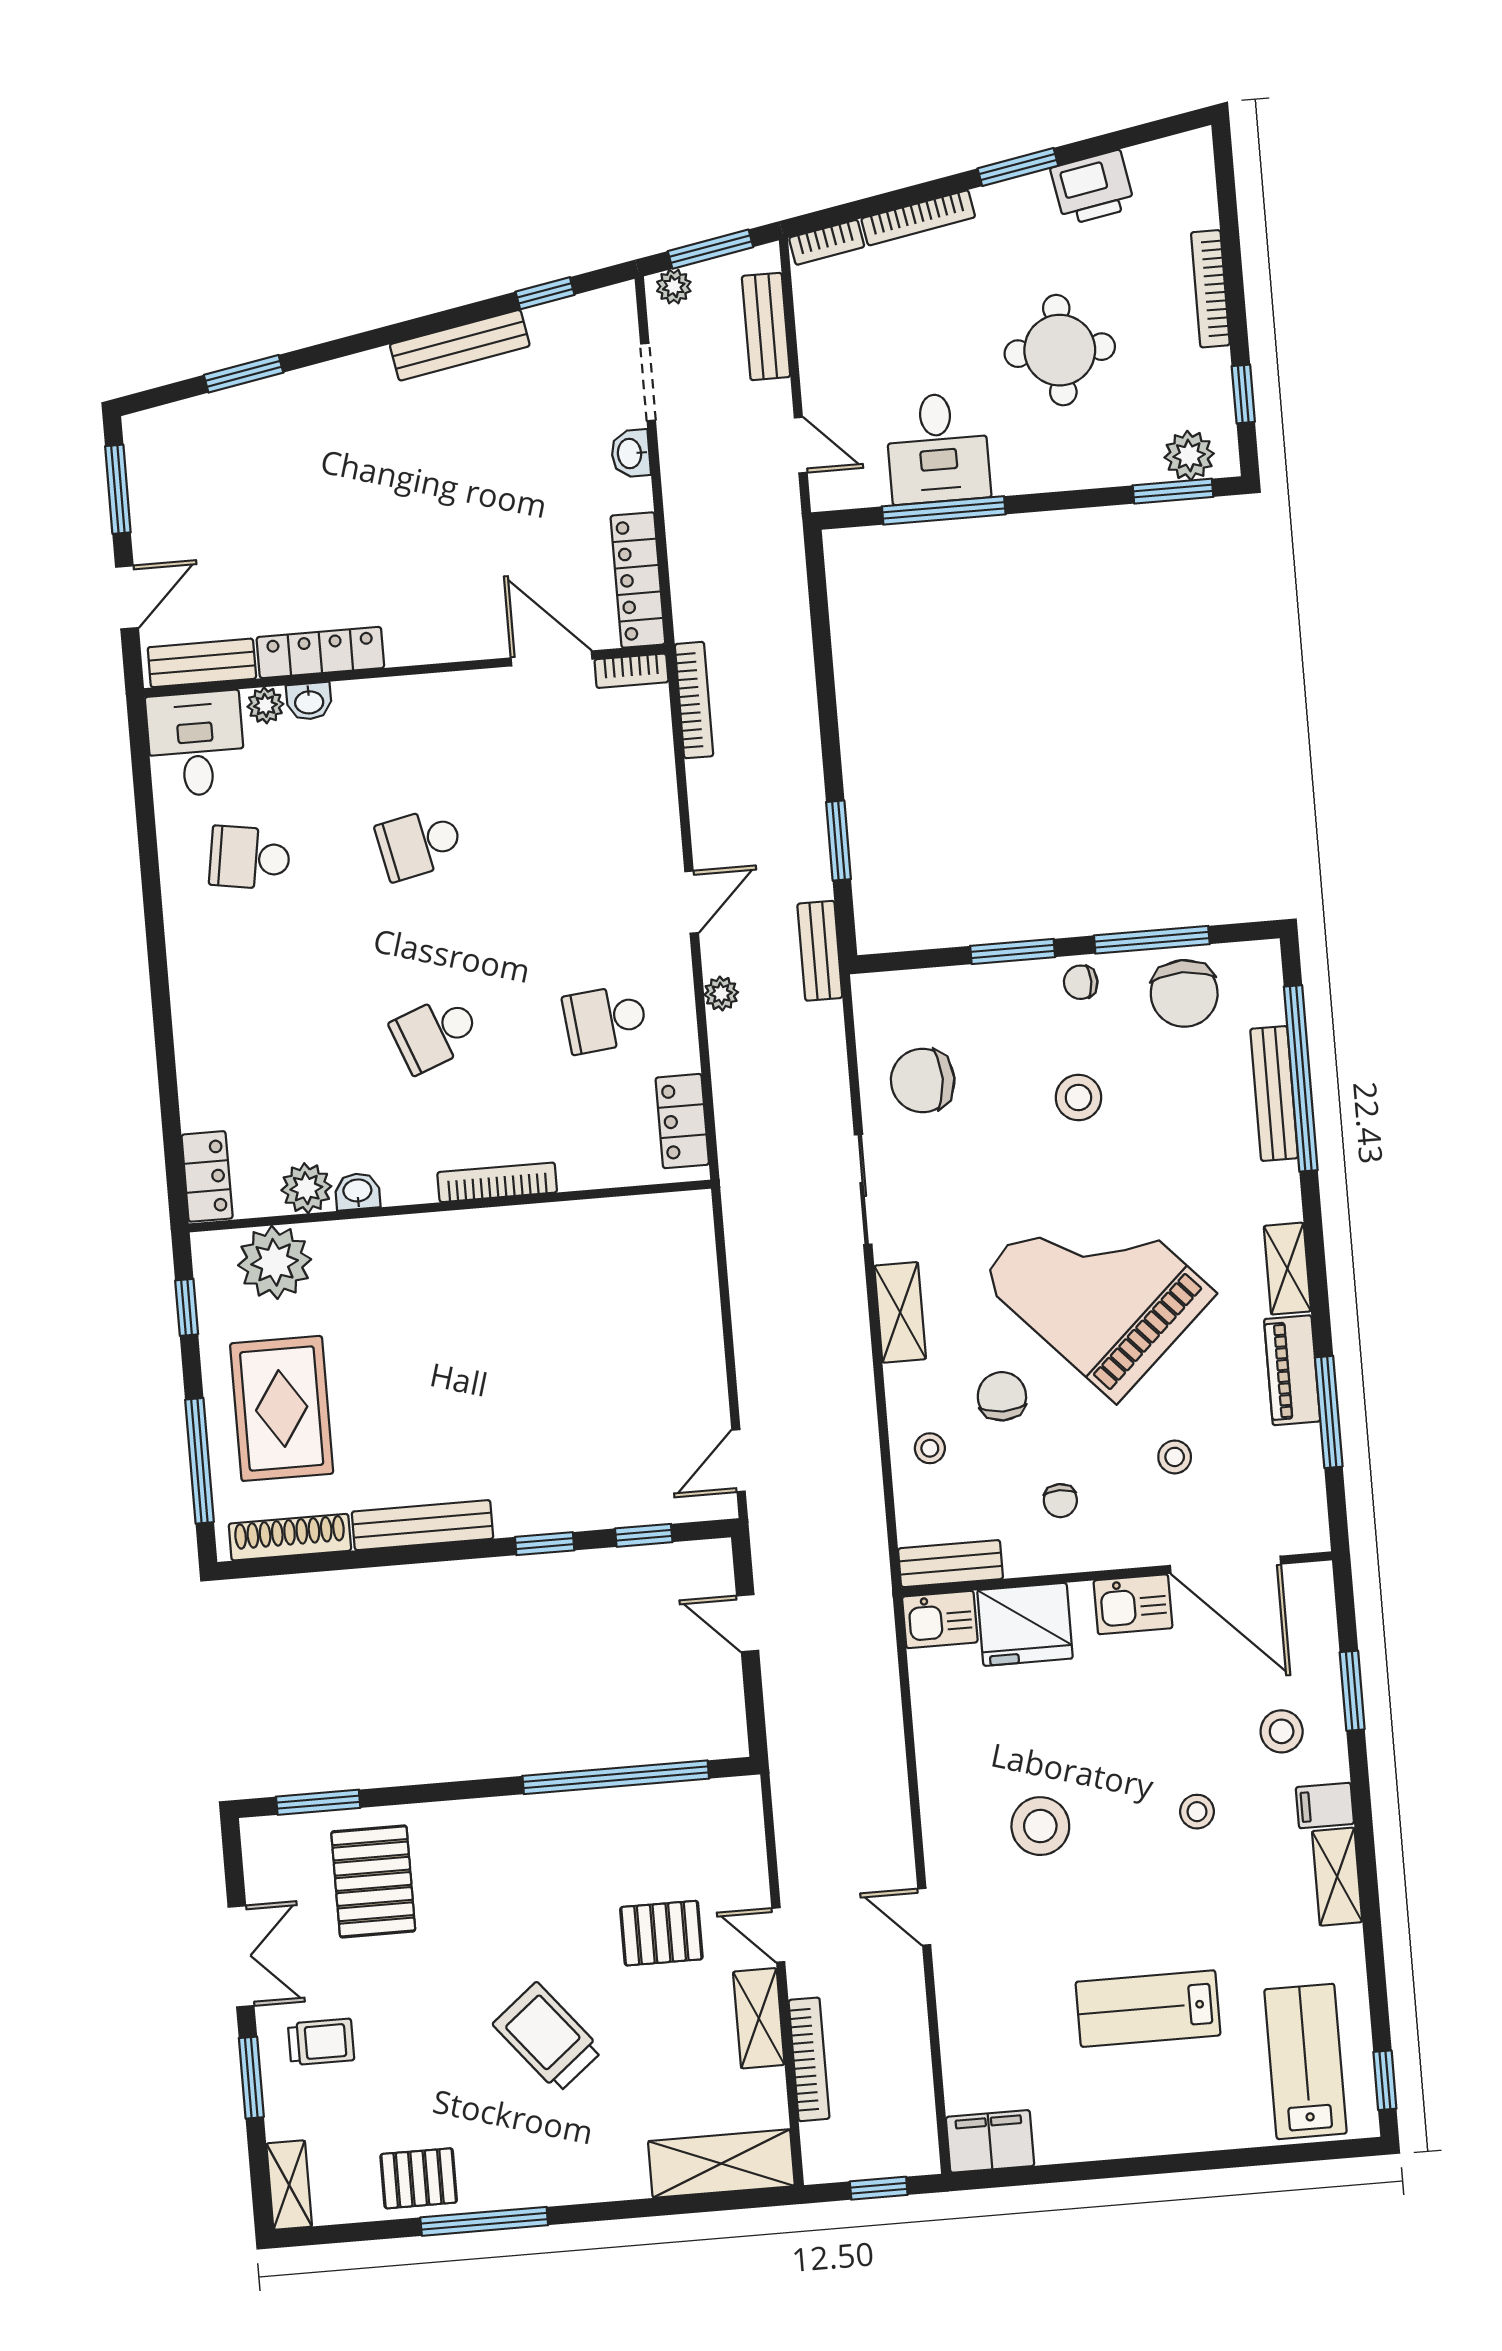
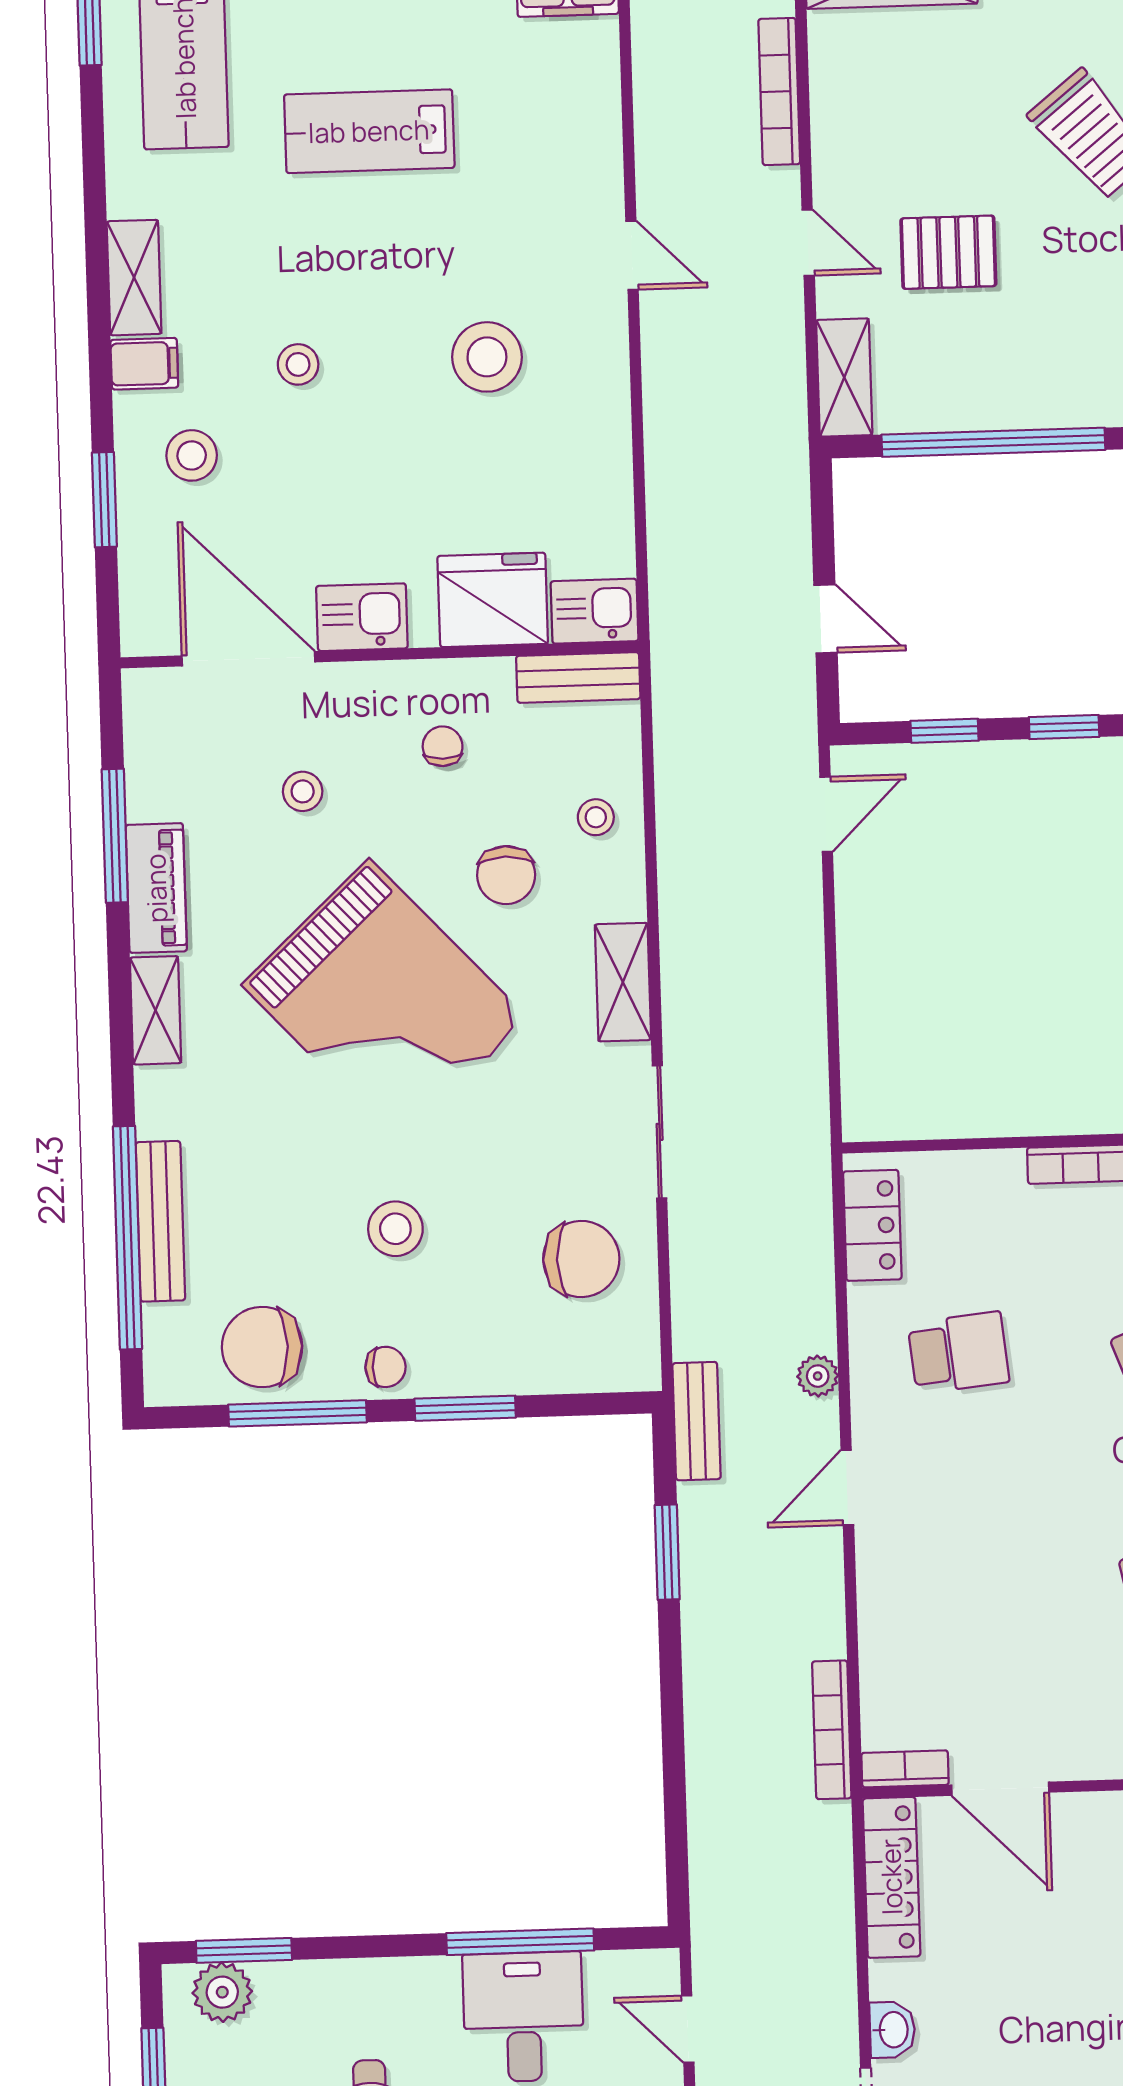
chair: (1184, 993) -> (262, 1347), turned -90
lab bench: (1148, 2009) -> (369, 131), turned 180
shelving: (759, 2018) -> (844, 377), moved

